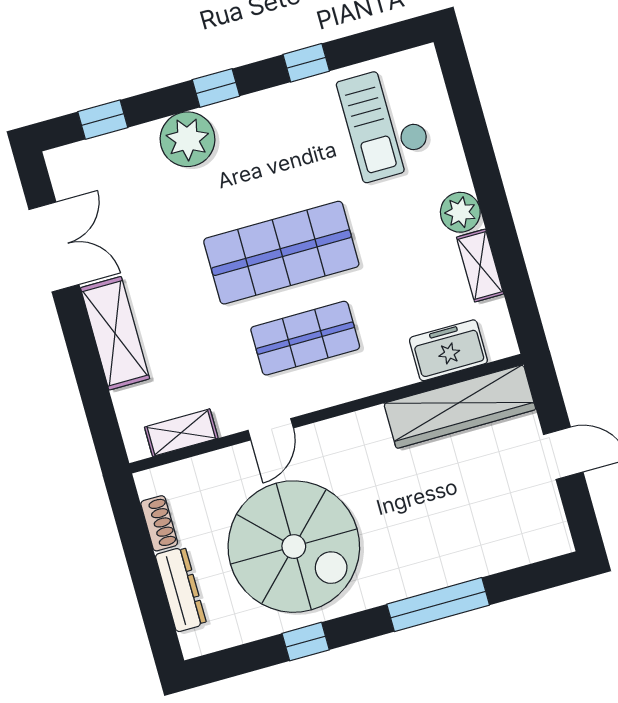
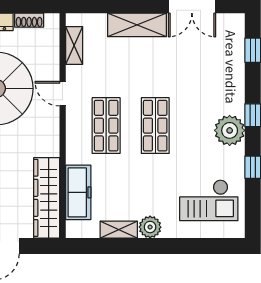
checkout: (385, 123) -> (209, 200), turned 180
plant: (187, 139) -> (230, 130), moved
shop shelf: (281, 253) -> (155, 126), width x0.70, depth x0.74
freezer: (448, 350) -> (78, 192), width x1.40

